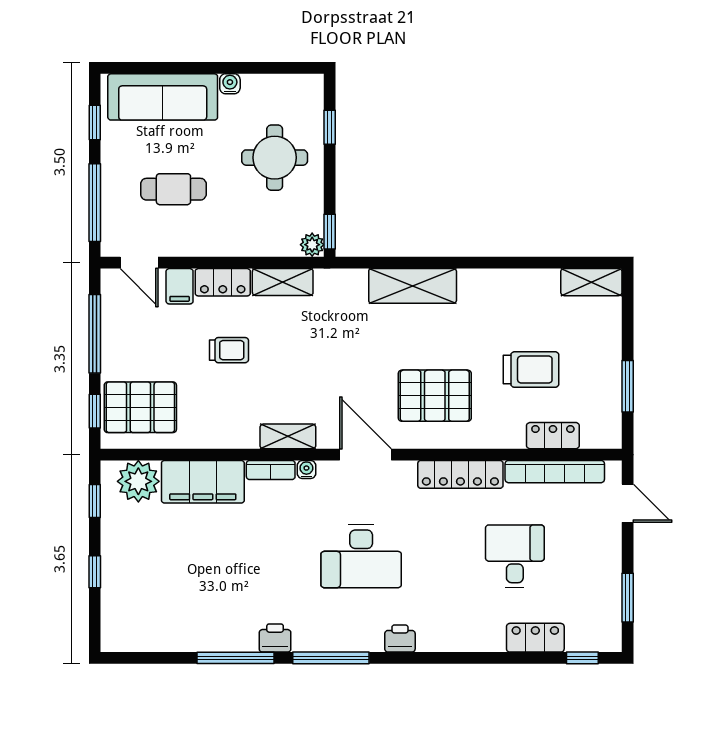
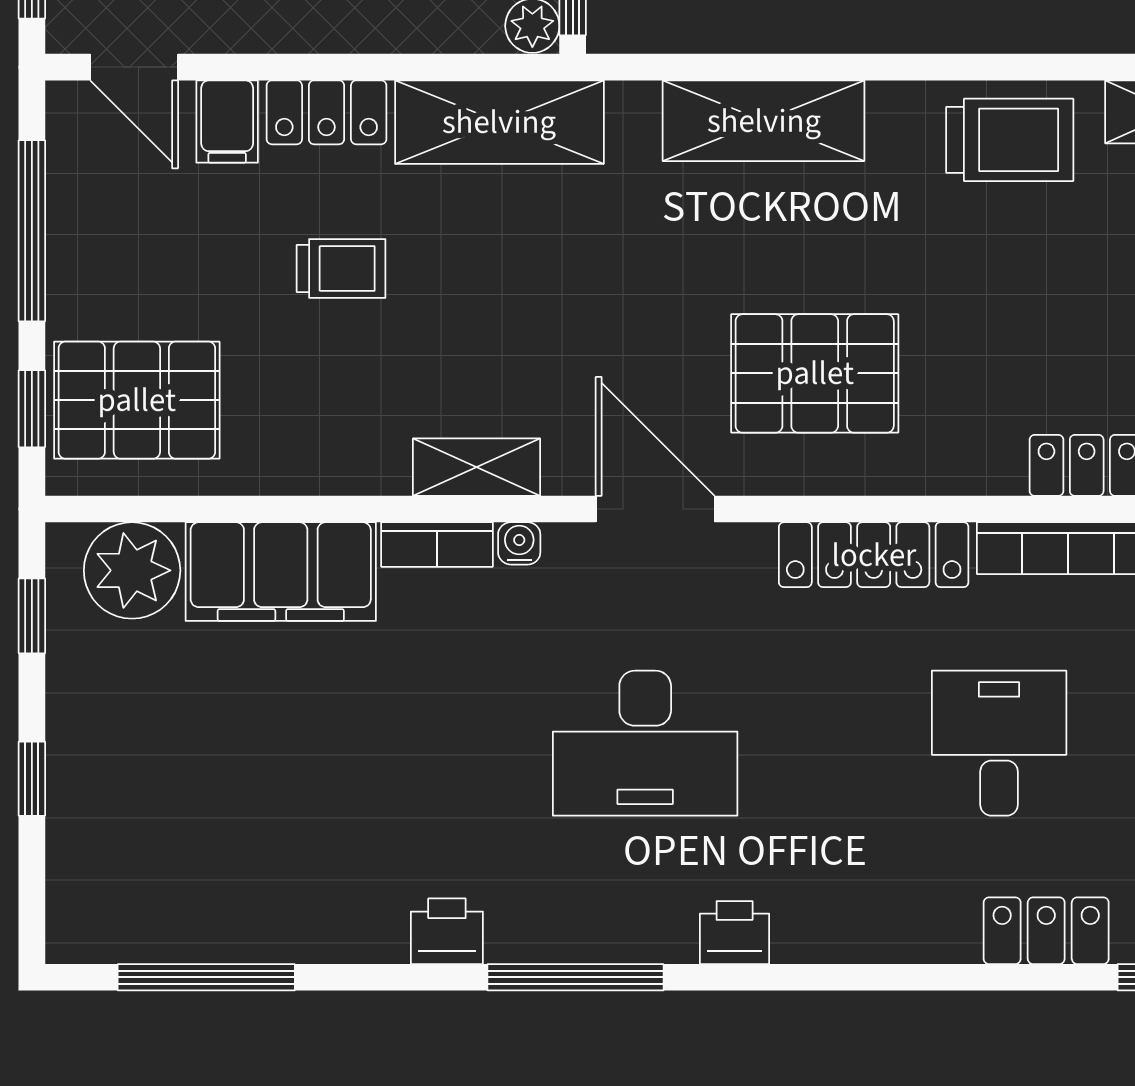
shelving: (283, 282) -> (499, 122), width x1.50, depth x1.33
trolley: (531, 370) -> (1010, 140), moved
window: (235, 658) -> (206, 977), moved

